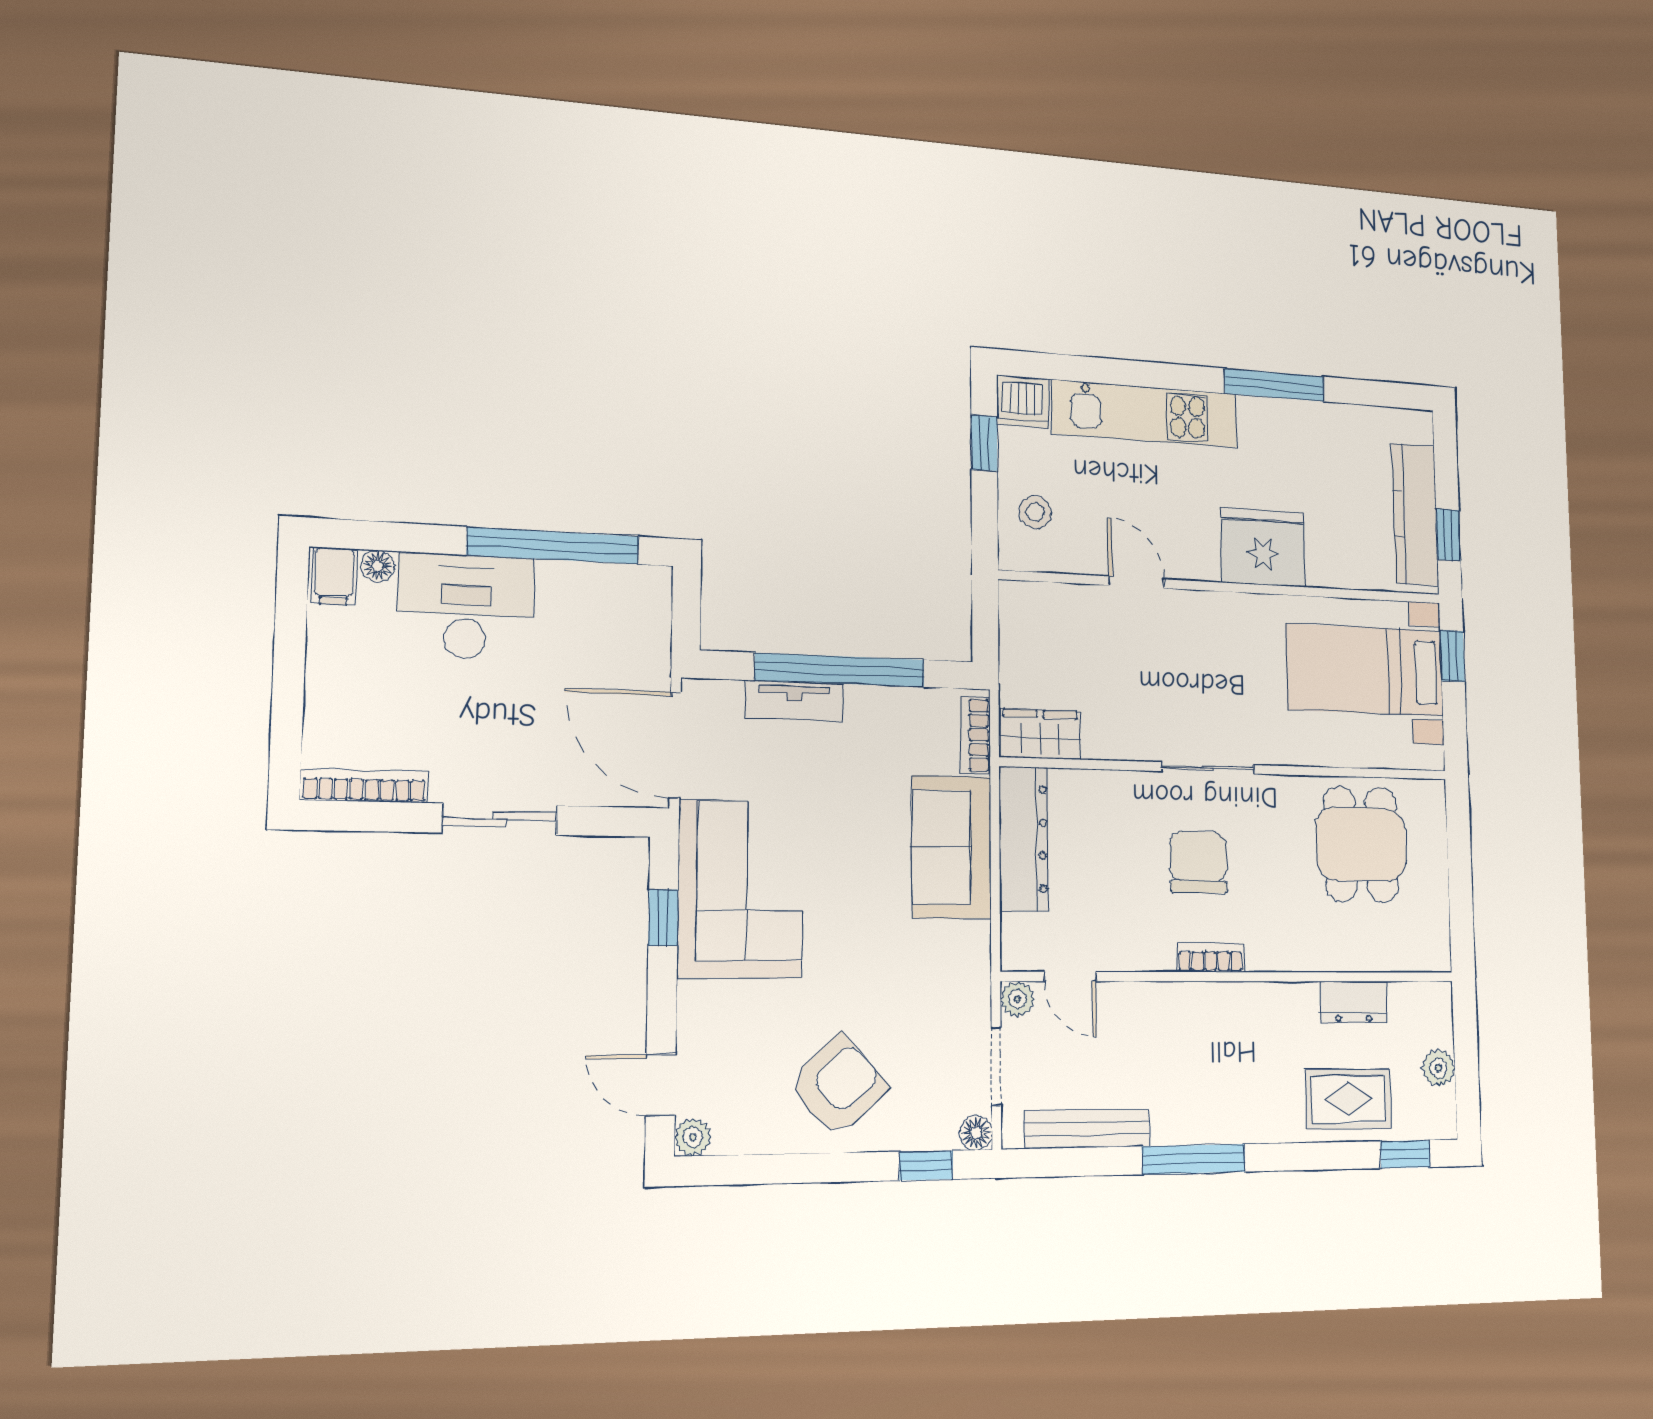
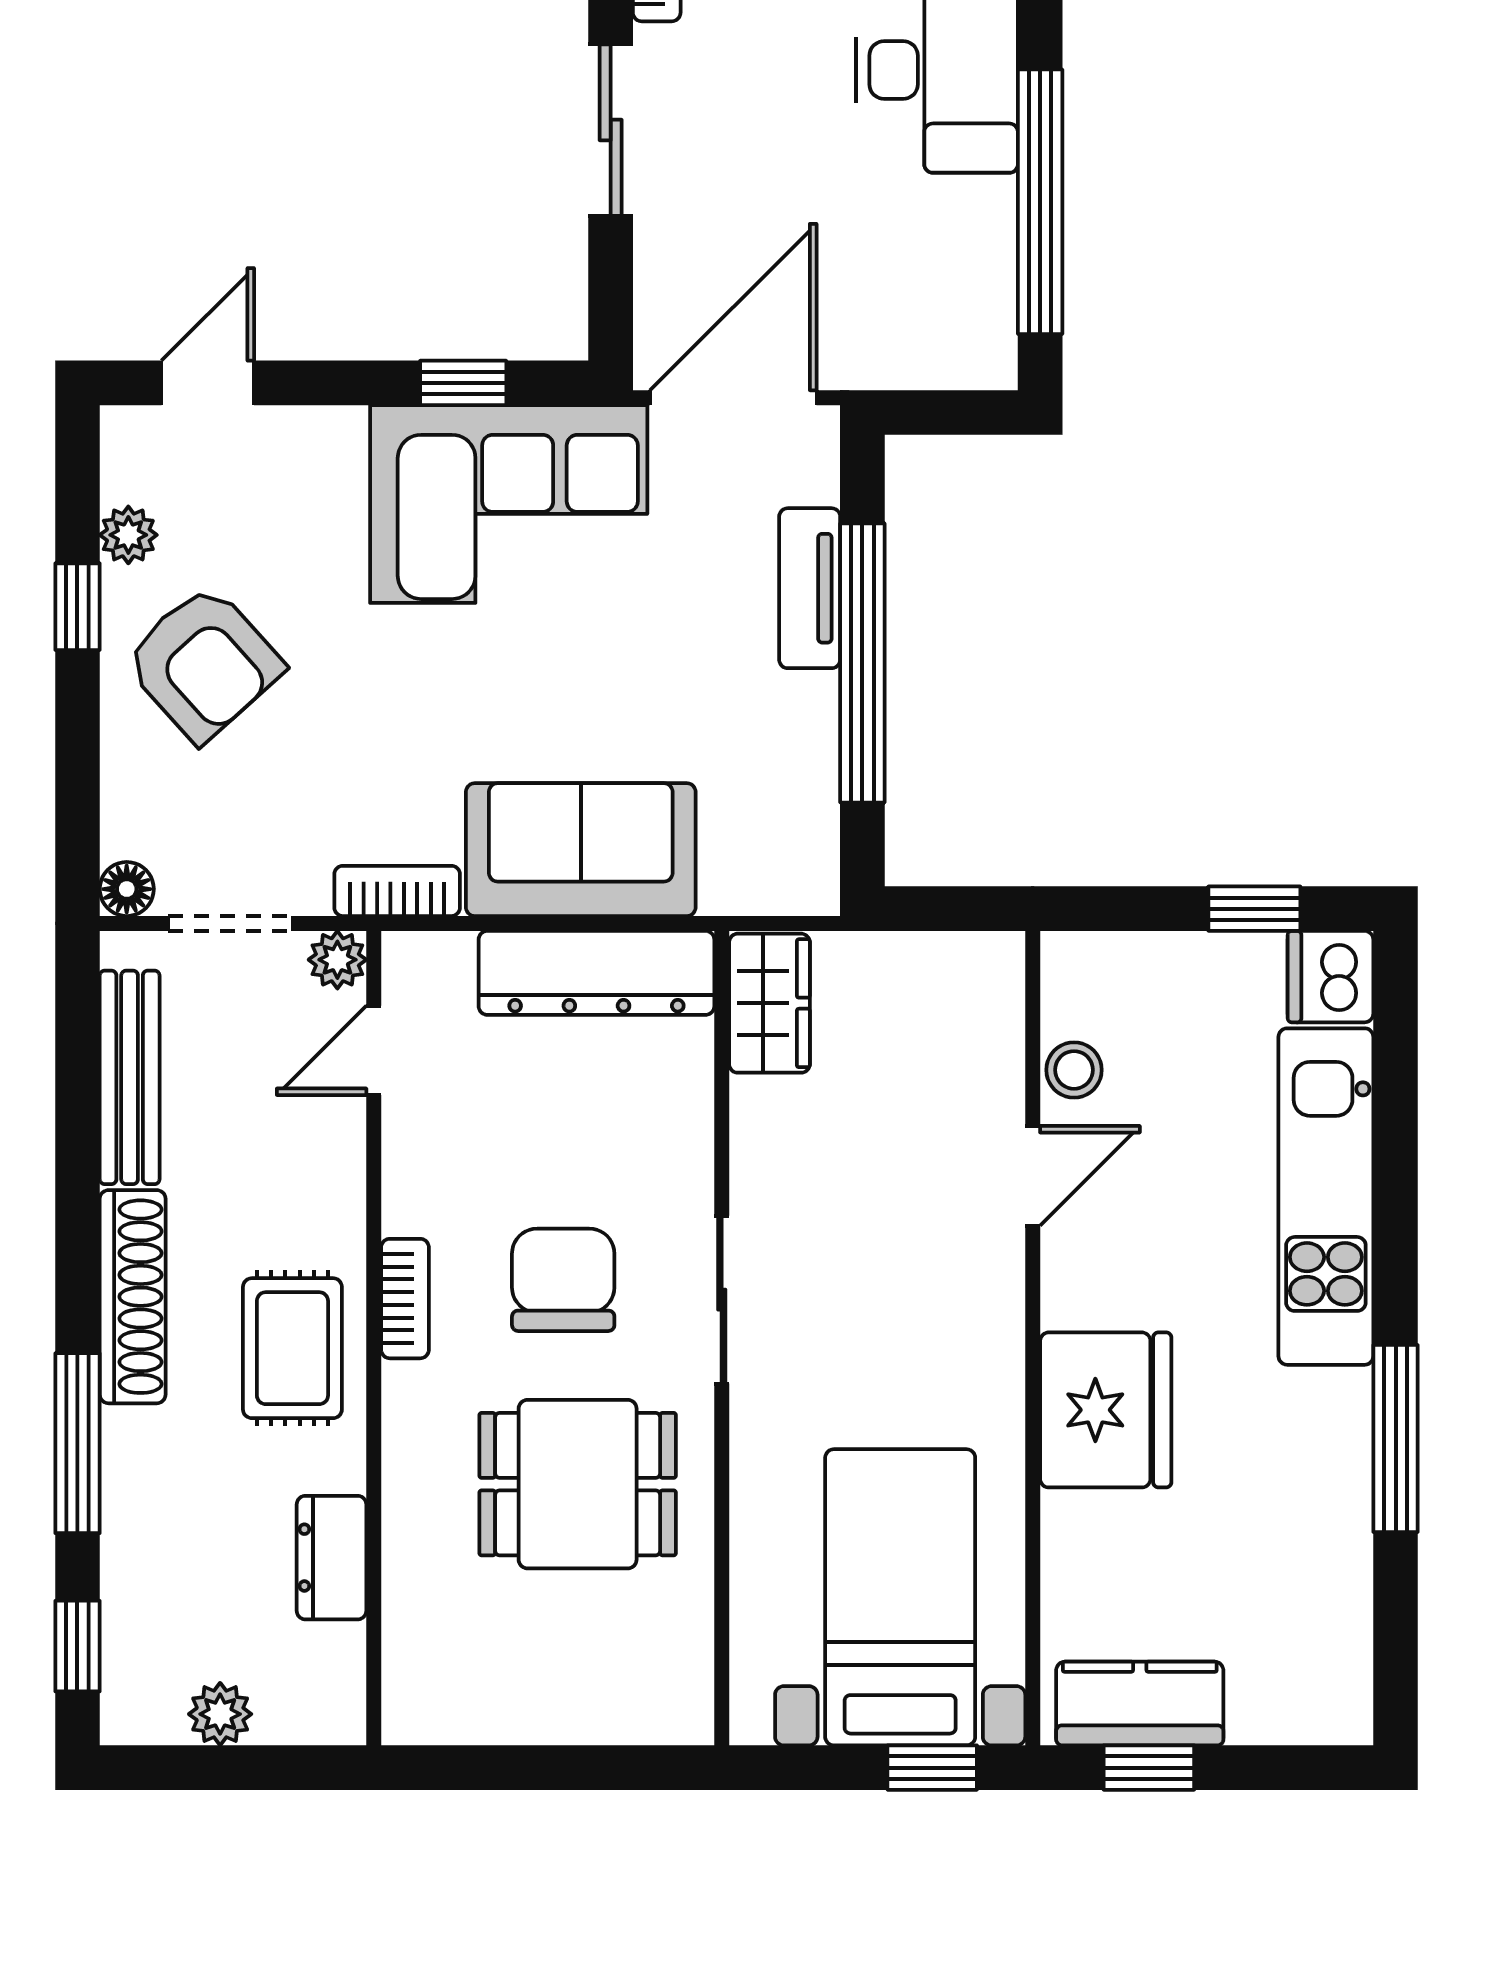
stool: (1035, 512) -> (1074, 1070), moved
kitchen counter: (1415, 514) -> (1140, 1704), width x0.67
bookcase: (975, 735) -> (397, 891), moved
dining table: (1361, 844) -> (578, 1484), moved
chair: (1199, 862) -> (563, 1280), turned -90
rug: (1348, 1099) -> (292, 1348), moved
shoe rack: (1213, 1124) -> (133, 1297), added
plant: (693, 1137) -> (128, 535), moved
window: (1194, 1159) -> (77, 1443), moved
window: (926, 1165) -> (77, 607), moved

